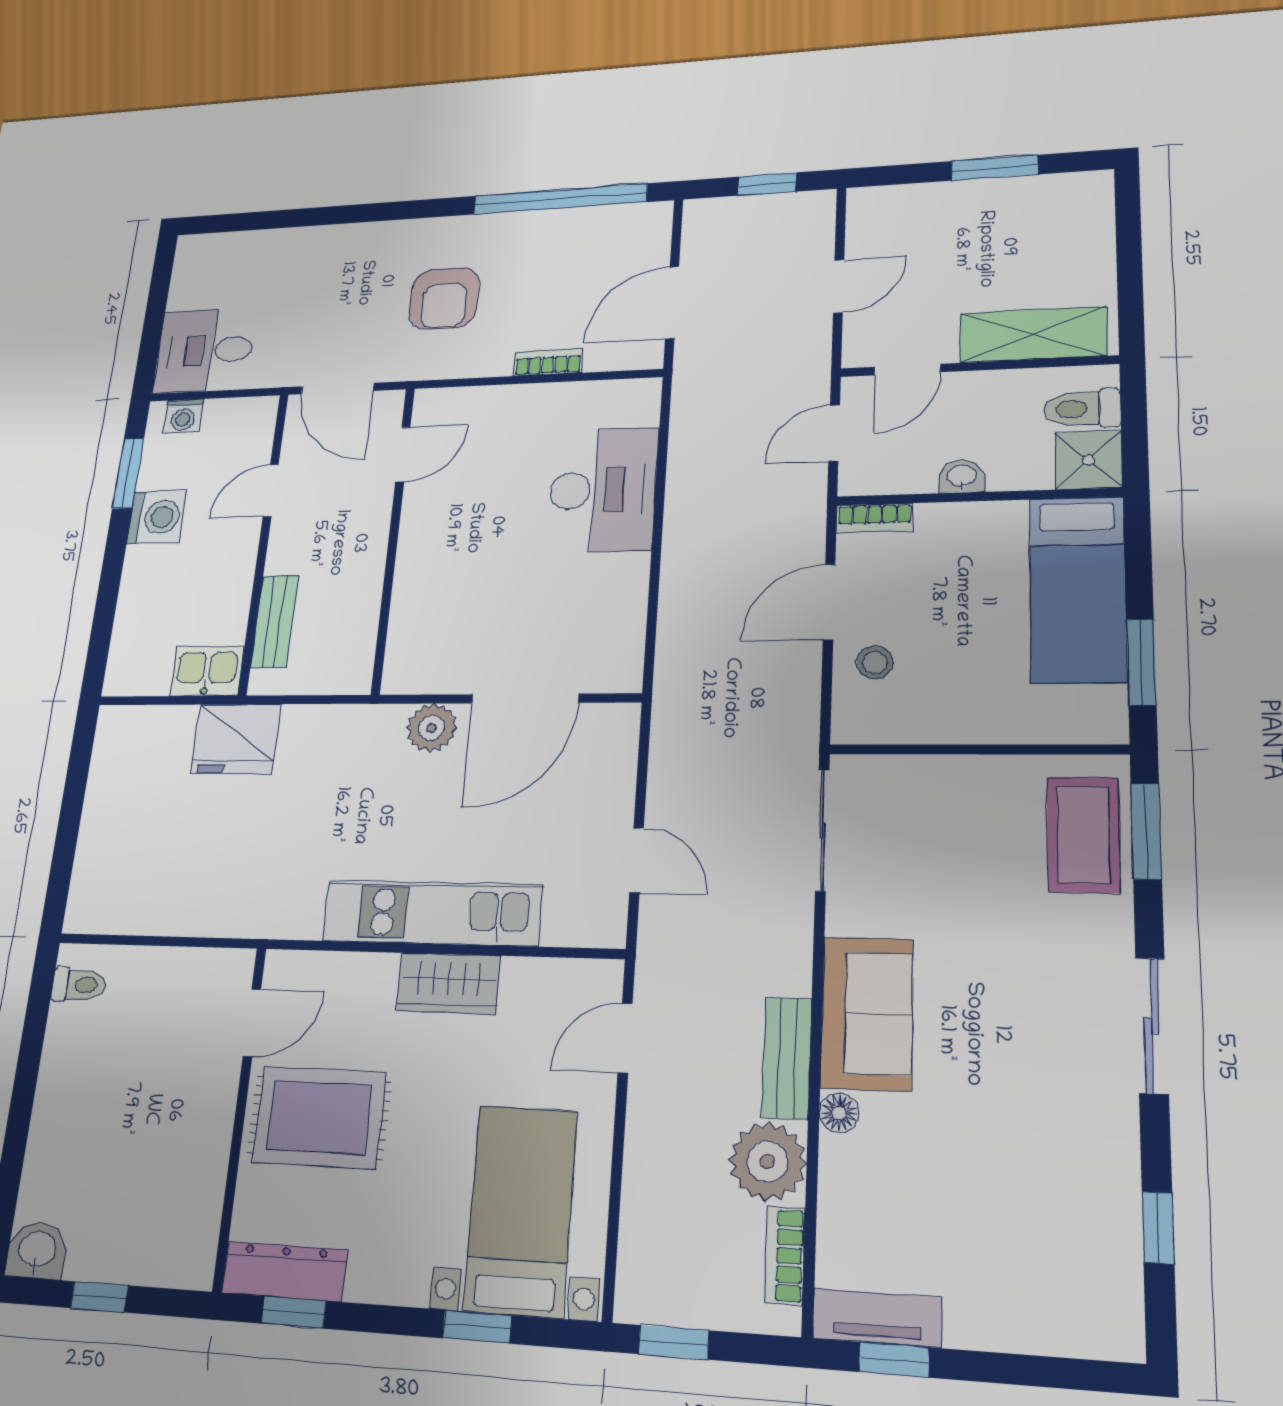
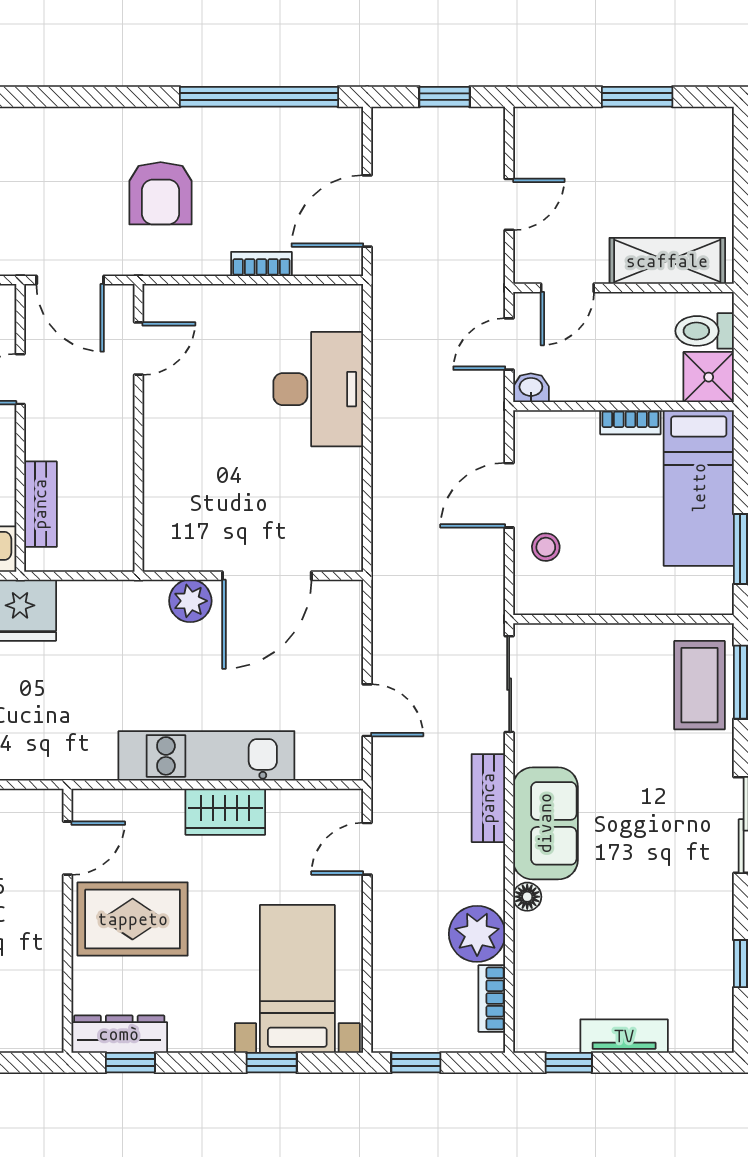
washbasin: (962, 476) -> (531, 388), moved
bookcase: (875, 518) -> (630, 422), moved
bench: (787, 1058) -> (488, 798), moved
tv unit: (877, 1318) -> (624, 1036), moved

